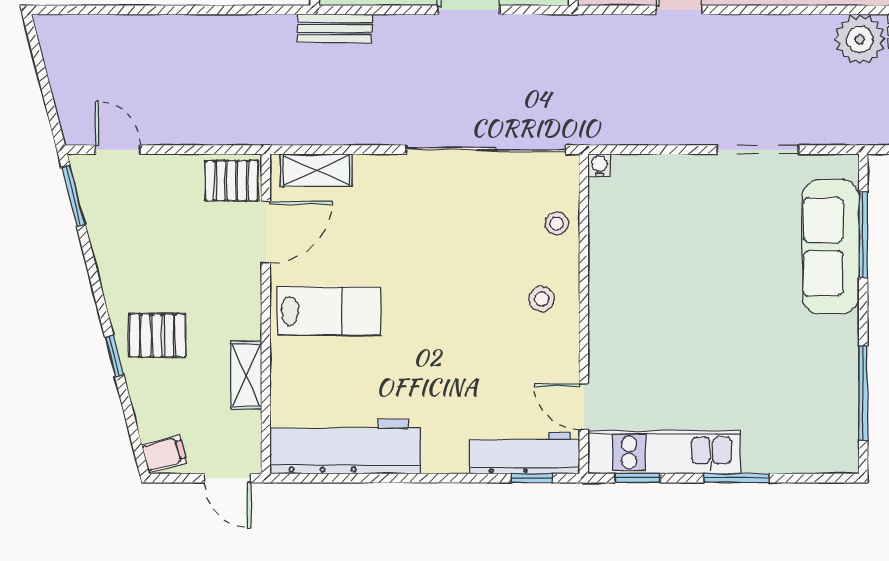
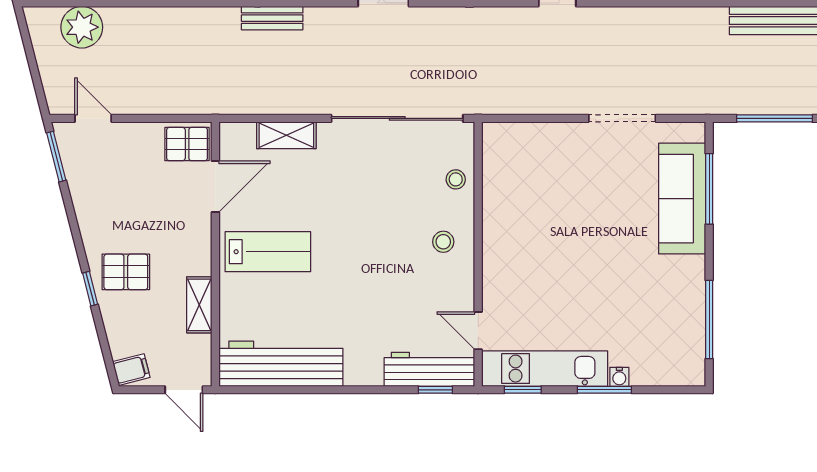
plant: (860, 39) -> (82, 27), moved
water cooler: (599, 165) -> (619, 377), moved, turned 180
shelving: (316, 170) -> (286, 135), moved

